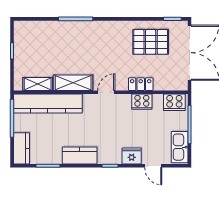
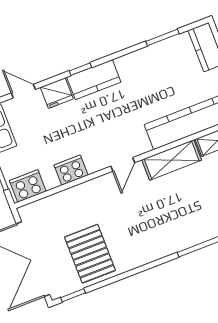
pallet: (151, 42) -> (90, 254), turned 90
locker: (141, 84) -> (82, 193), removed
kitchen counter: (80, 155) -> (94, 80), moved

